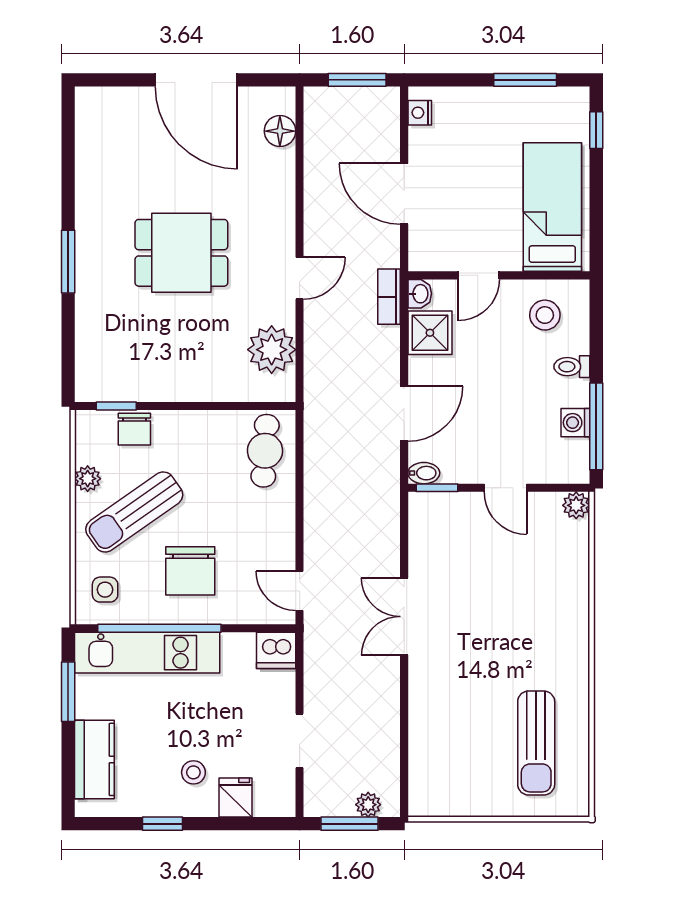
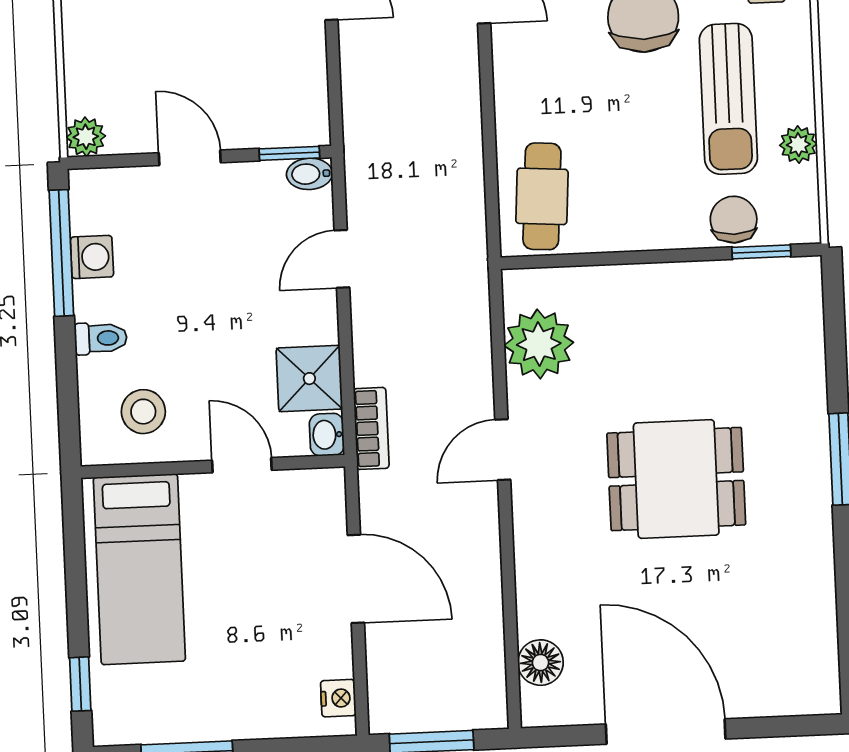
door: (479, 275) -> (242, 465), hinge flipped
door: (404, 414) -> (342, 259), width x0.73
sun lounger: (134, 512) -> (728, 99), turned 125

